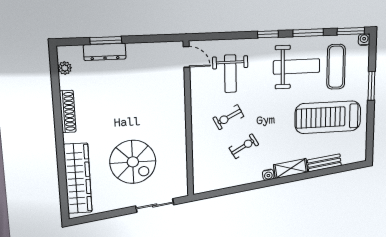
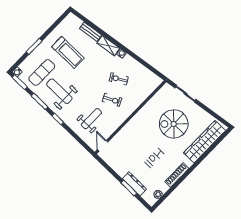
treadmill: (328, 117) -> (68, 52), width x0.73, depth x0.73
spiral stairs: (133, 162) -> (174, 124), turned -90

